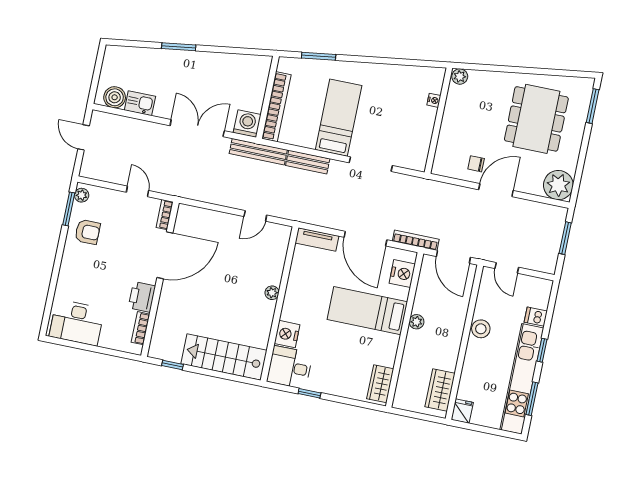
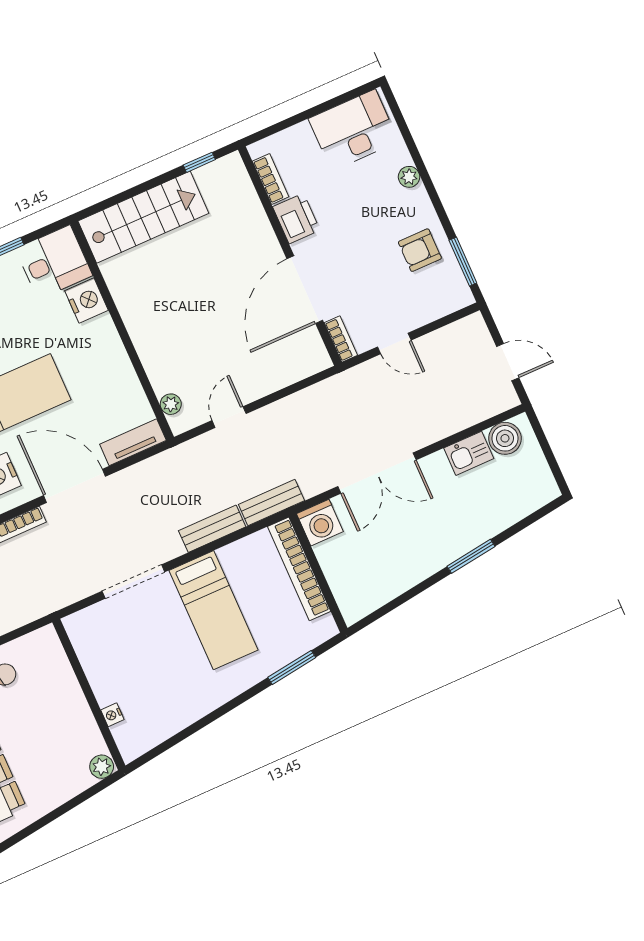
bench: (258, 152) -> (271, 503), width x0.73
plant: (82, 195) -> (409, 177), moved
plant: (272, 293) -> (171, 404), moved

